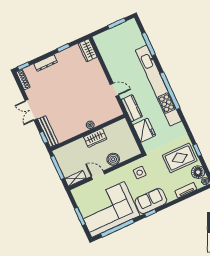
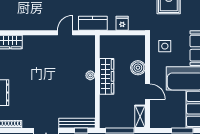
fridge: (144, 130) -> (122, 23), width x0.53, depth x0.75
wardrobe: (95, 138) -> (107, 76), width x1.50
door: (98, 175) -> (147, 92), swing flipped

